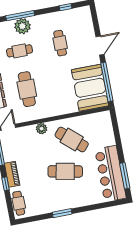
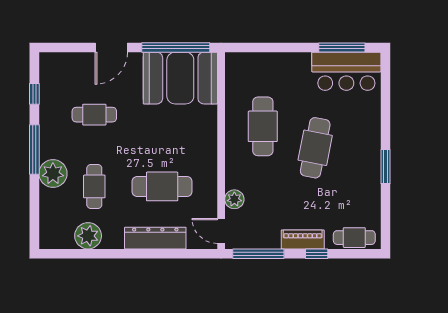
window: (20, 16) -> (34, 149), moved
door: (100, 45) -> (111, 47), swing flipped
plant: (42, 129) -> (234, 199), moved
cafe table: (72, 140) -> (263, 126), turned -41
bar counter: (110, 174) -> (346, 71), width x0.73

